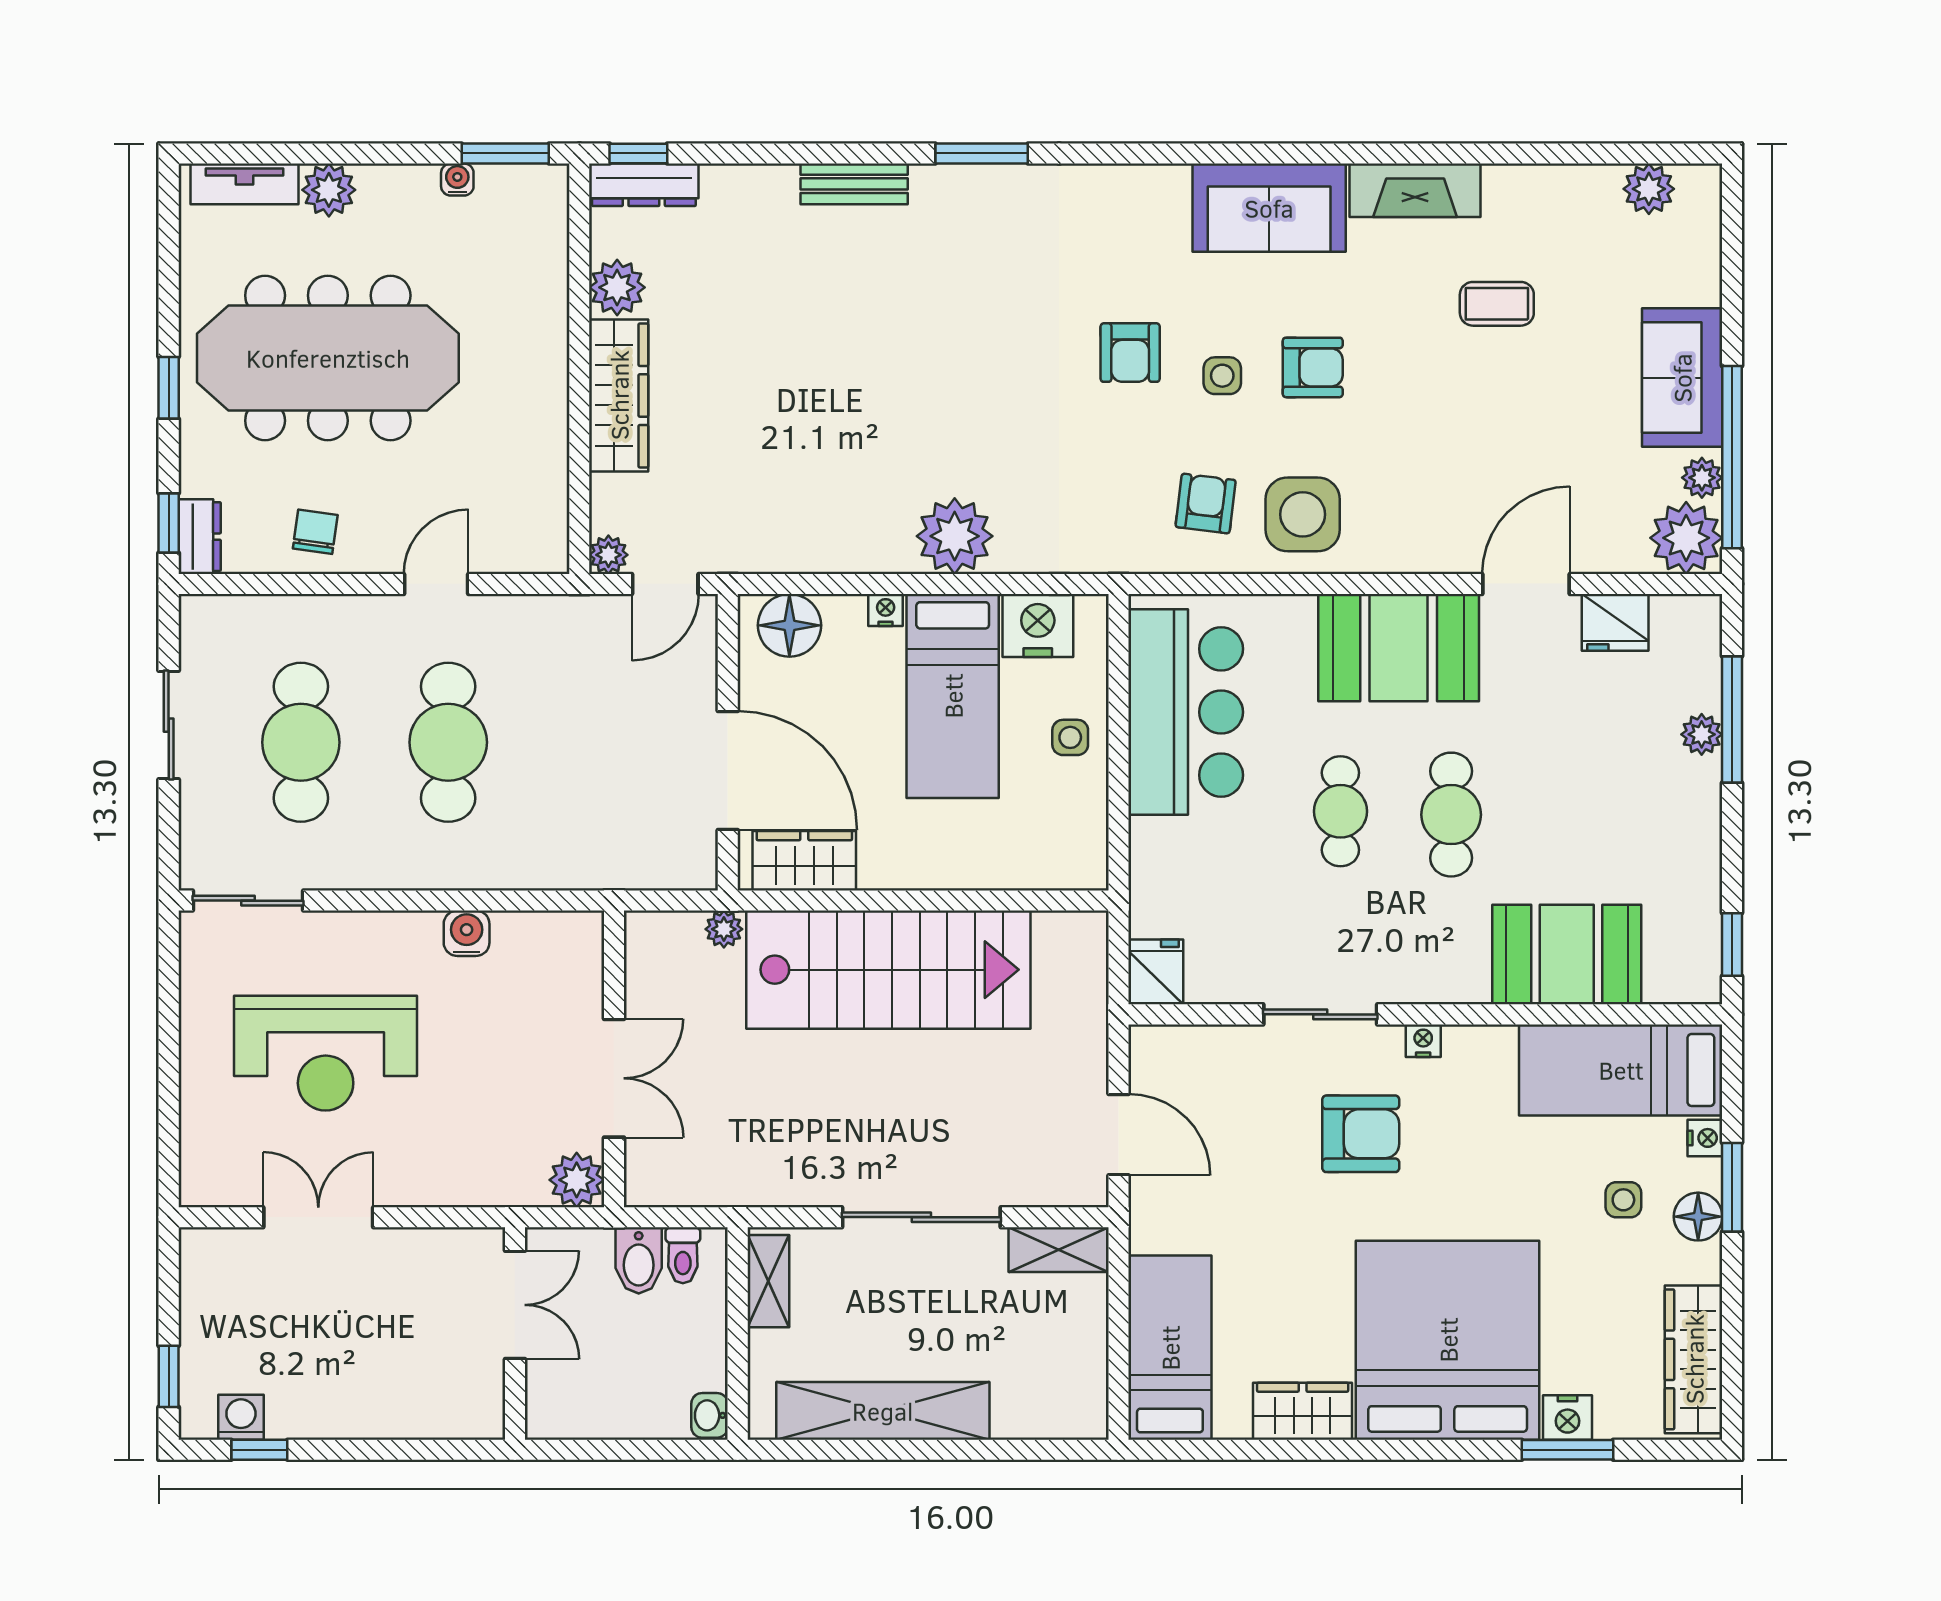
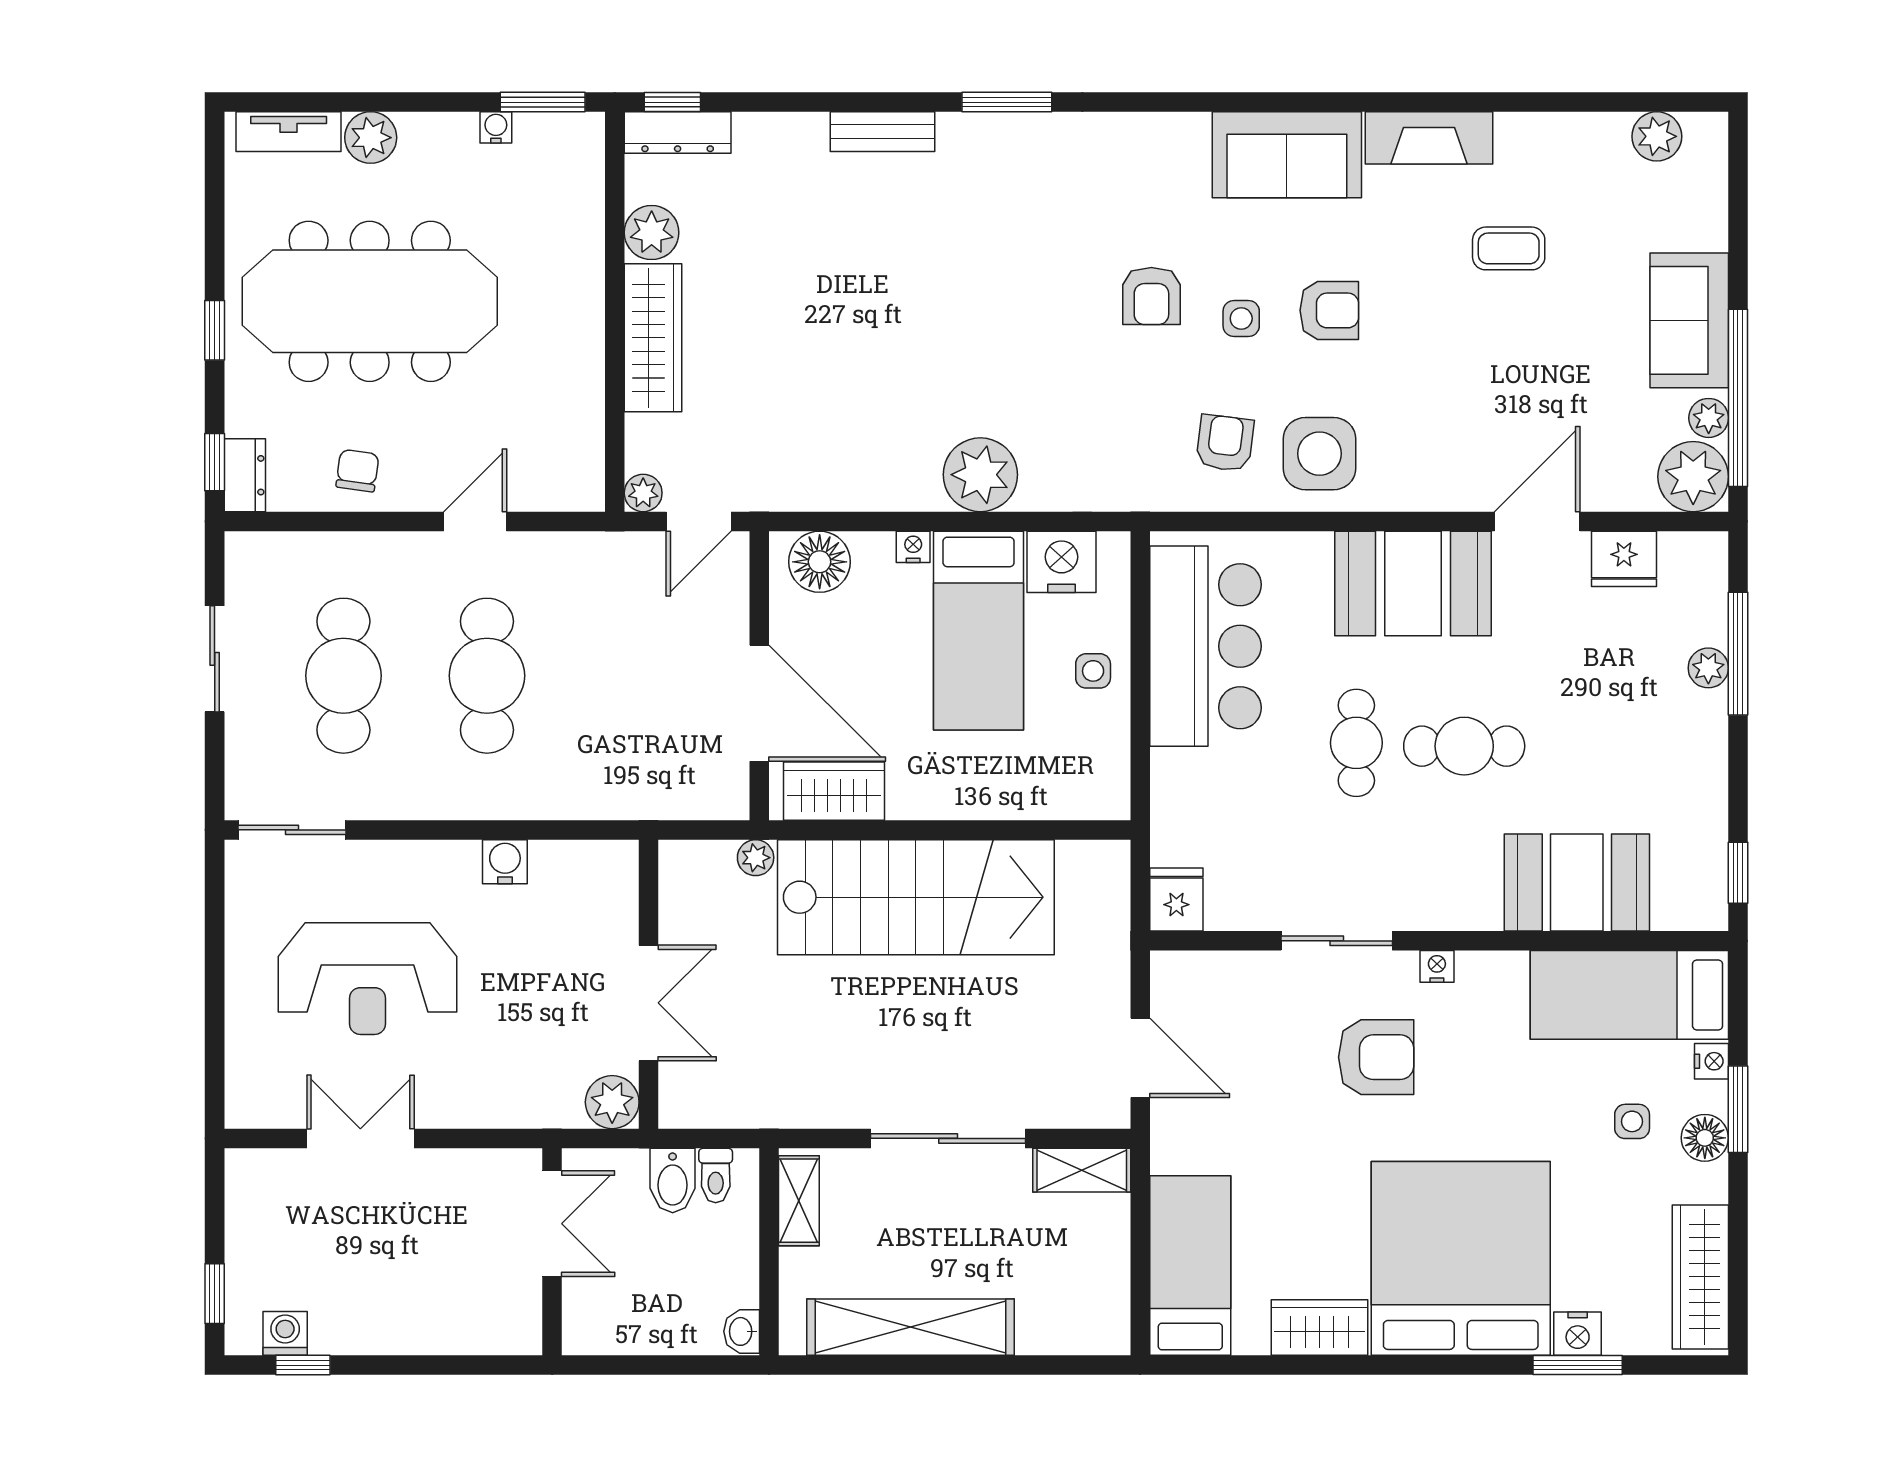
cafe table: (1451, 815) -> (1464, 746), turned 90

